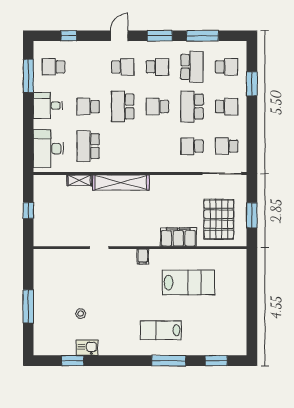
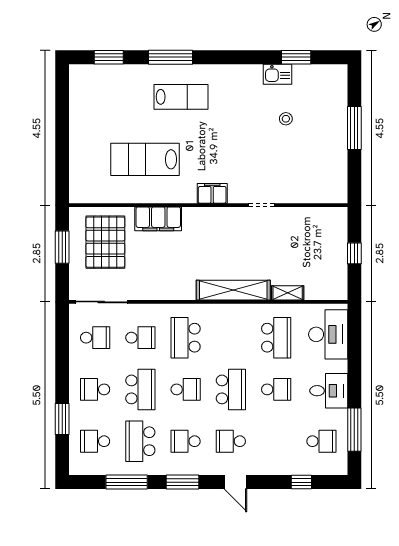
door: (119, 36) -> (235, 482), hinge flipped
school desk: (157, 146) -> (186, 338), added
filing cabinet: (143, 256) -> (212, 193), width x2.00

